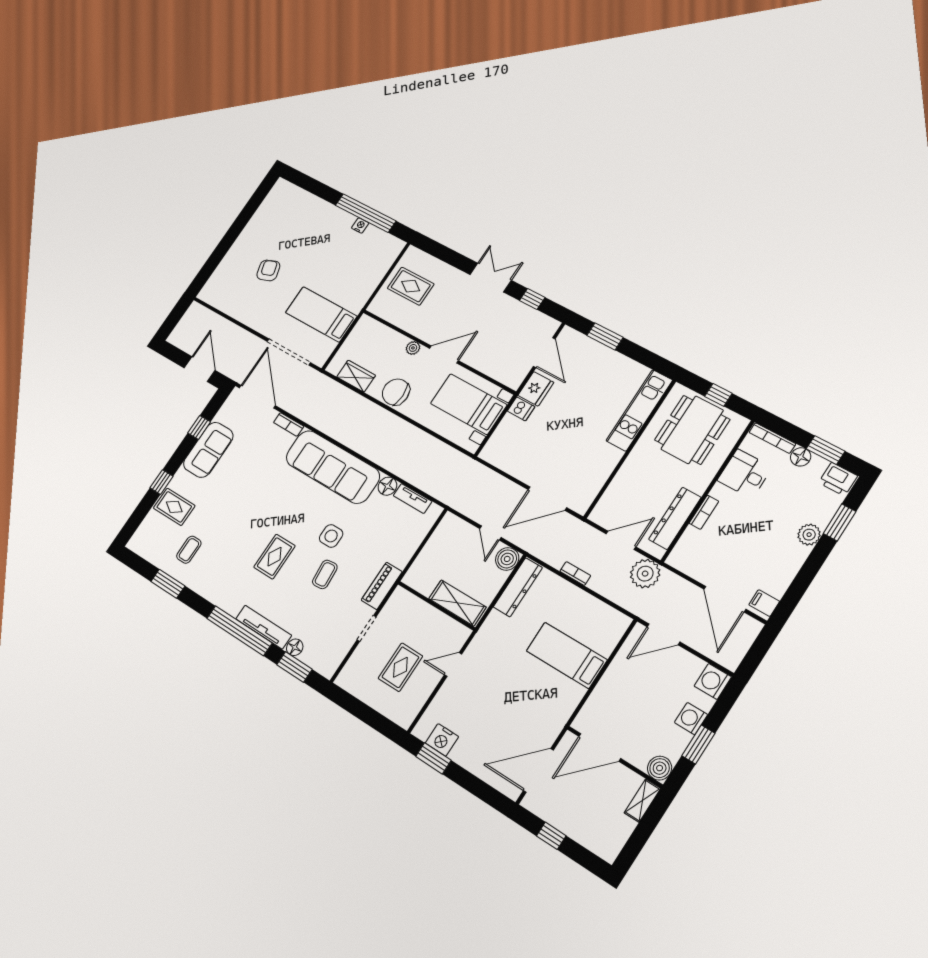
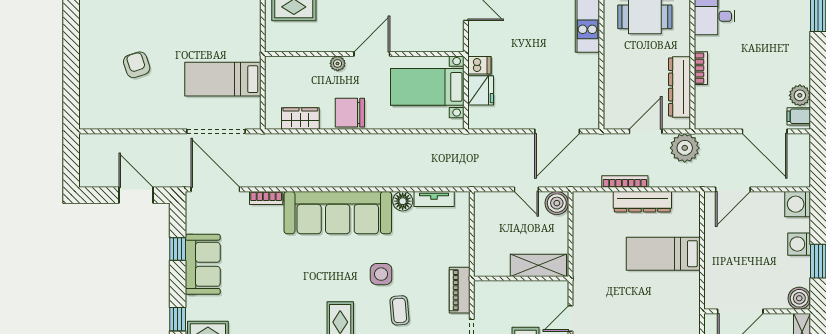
fridge: (536, 389) -> (481, 90), moved
plant: (809, 535) -> (800, 95), moved
bookcase: (575, 573) -> (625, 182), width x1.56
dresser: (518, 587) -> (642, 202), moved, turned 90

